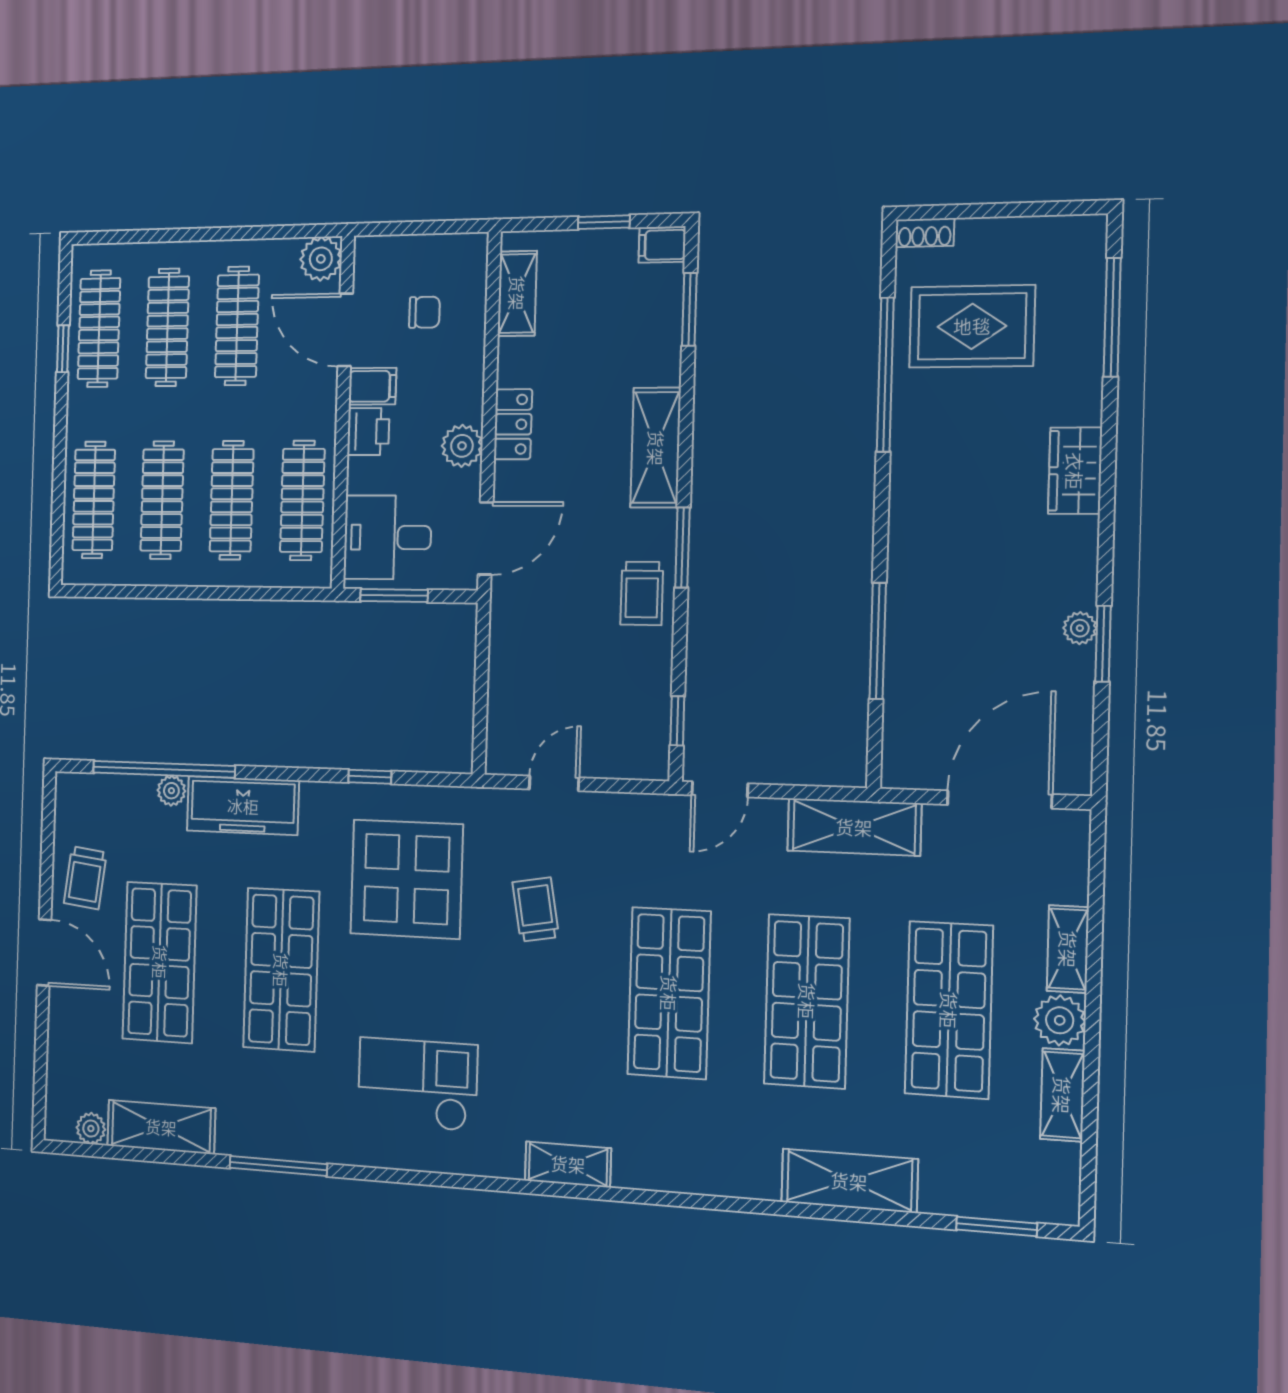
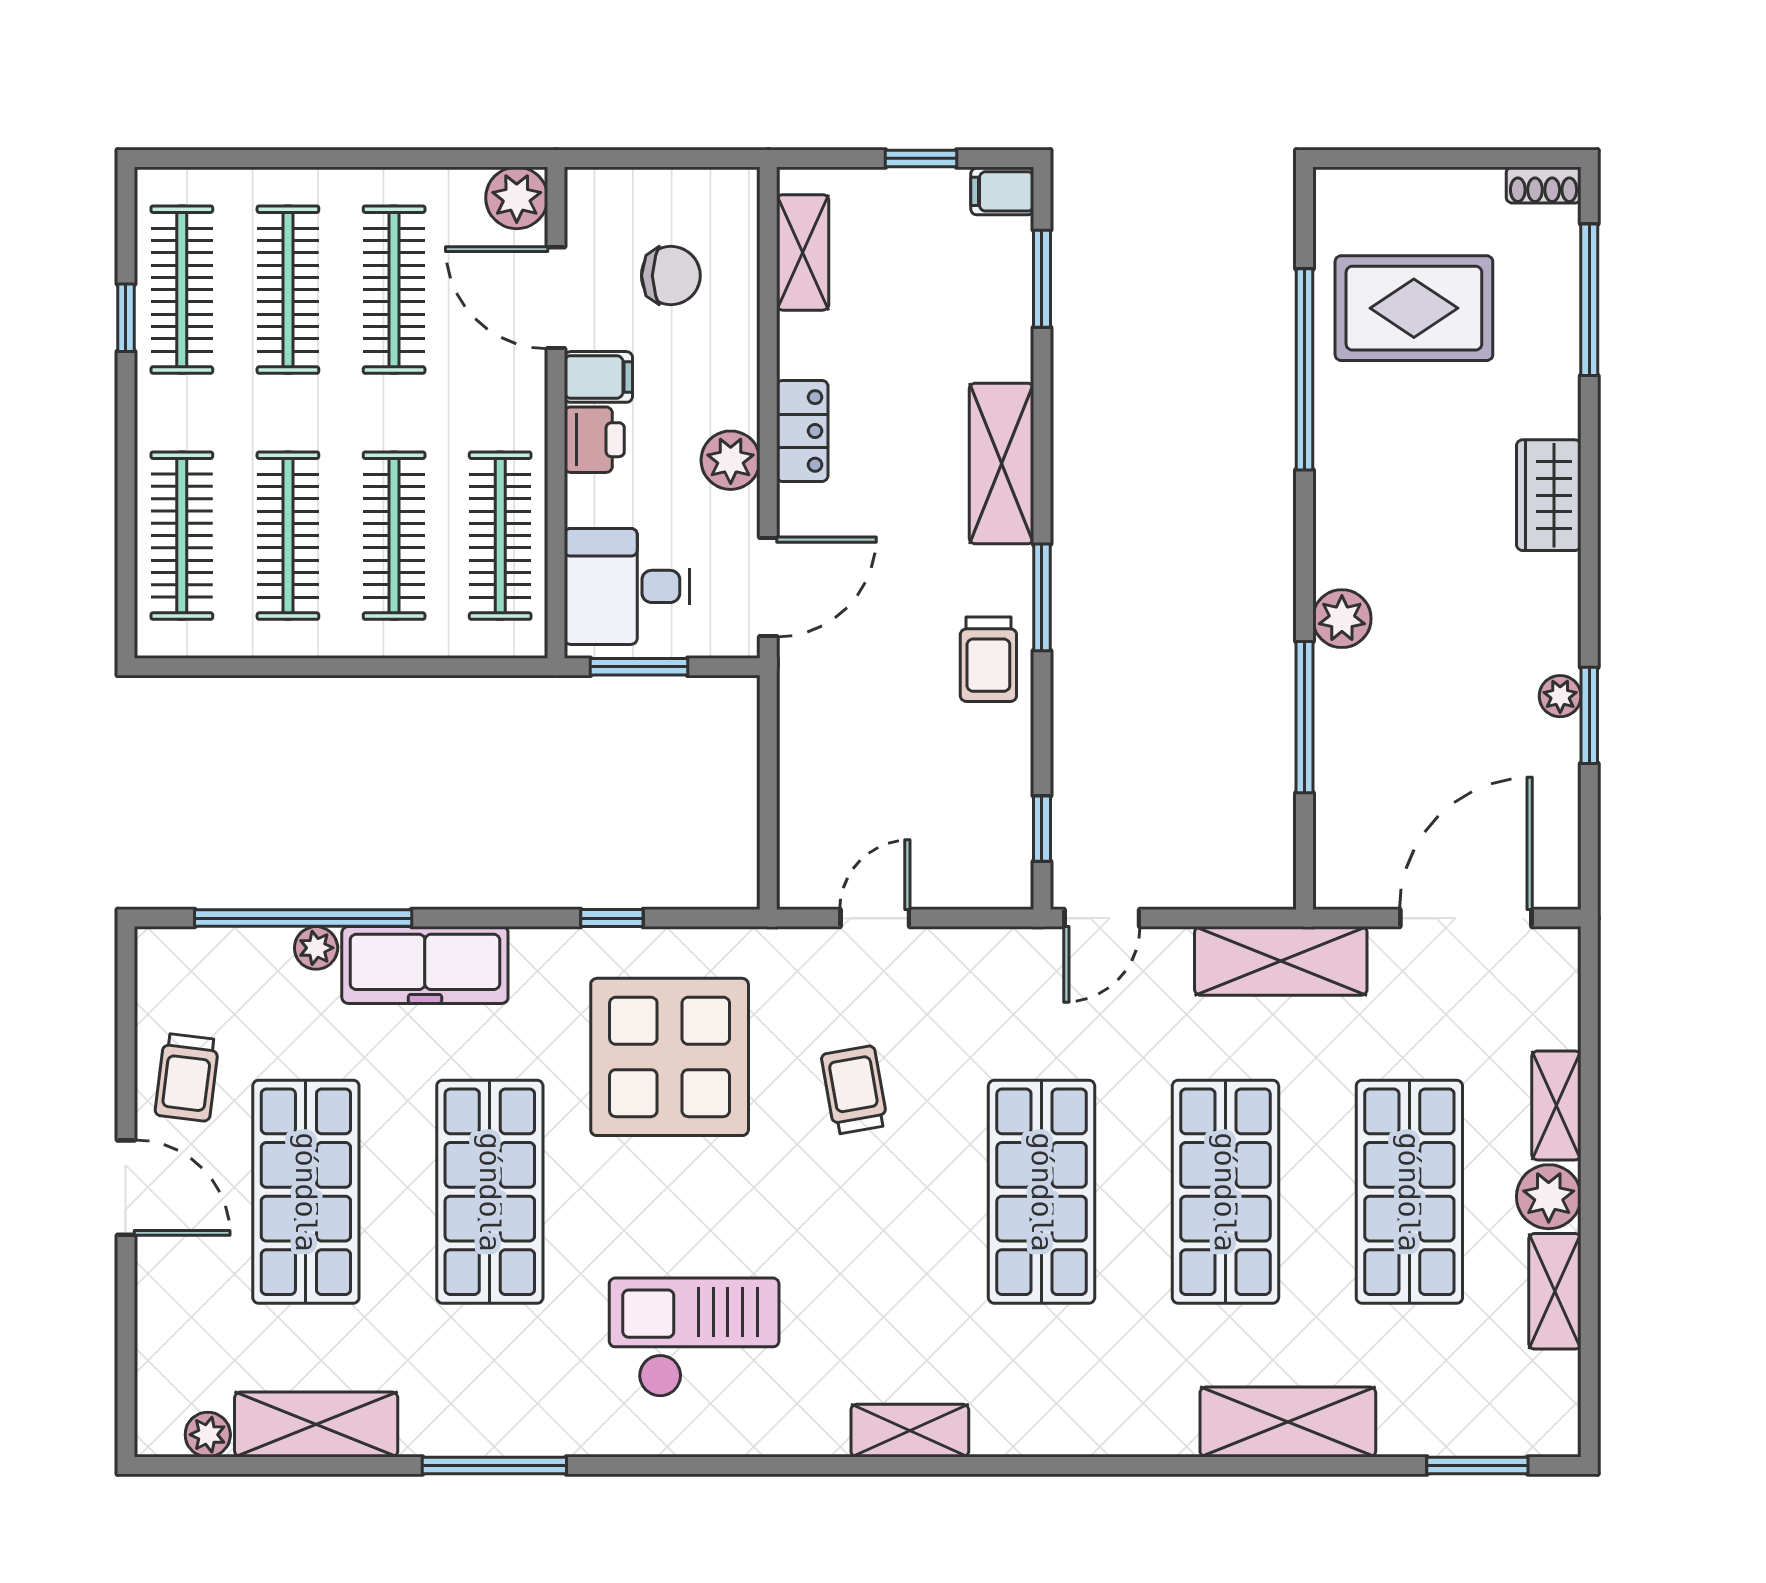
shoe rack: (925, 233) -> (1544, 185), moved
chair: (424, 312) -> (671, 276), width x1.37, depth x1.37
plant: (909, 566) -> (1342, 619), added

